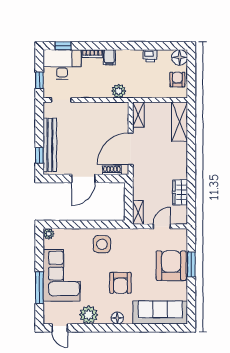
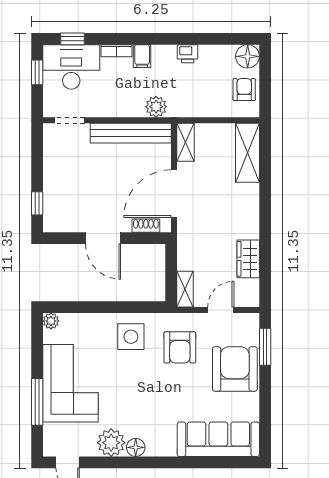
printer: (150, 56) -> (188, 54), moved
window: (39, 80) -> (37, 72), moved
bench: (50, 145) -> (131, 133), moved, turned 90
door: (83, 179) -> (103, 238), hinge flipped
window: (191, 264) -> (265, 347), moved
armchair: (121, 283) -> (180, 347), moved
floor lamp: (117, 318) -> (136, 447), moved

